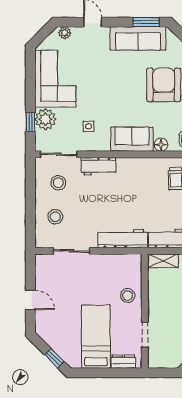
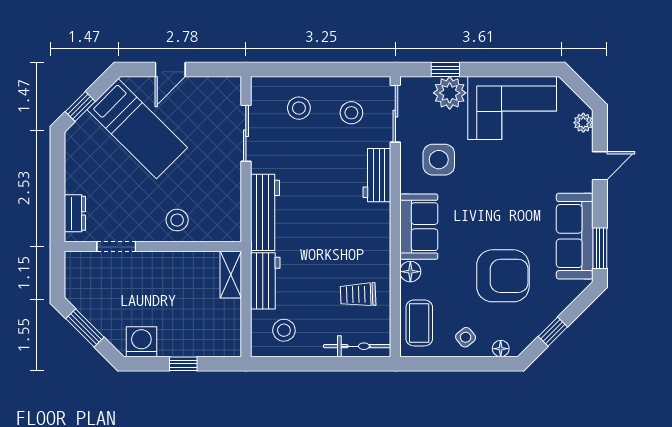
side table: (89, 126) -> (439, 160), width x1.87, depth x1.87
bed: (96, 337) -> (137, 129), moved, turned 45

